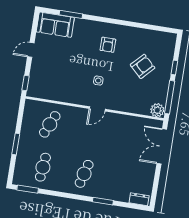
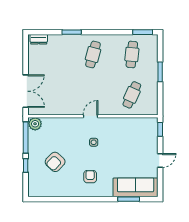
sofa: (55, 25) -> (136, 187), width x1.36

